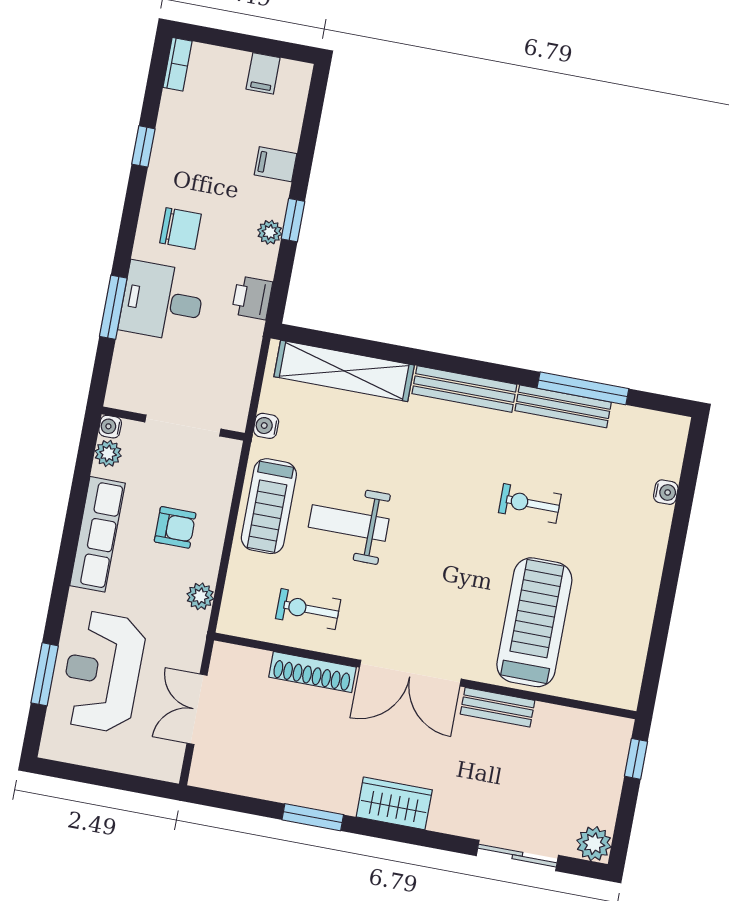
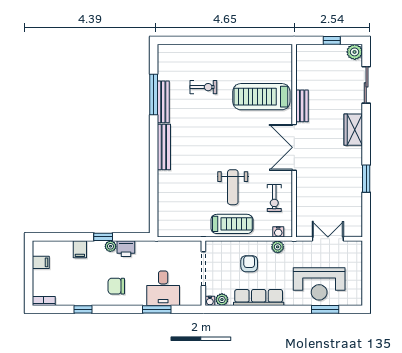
chair: (180, 228) -> (116, 286), turned -90
printer: (252, 298) -> (126, 249), moved
desk: (162, 302) -> (163, 288), moved
shelving: (344, 371) -> (166, 202), removed
water cooler: (266, 426) -> (278, 232), moved
water cooler: (666, 492) -> (193, 49), removed
exercise bike: (530, 503) -> (203, 87), moved, turned -90
shoe rack: (312, 672) -> (302, 191), removed
double door: (410, 673) -> (294, 147), swing flipped
double door: (197, 709) -> (328, 239), swing flipped
window: (636, 759) -> (332, 40), moved
wardrobe: (394, 803) -> (353, 130), moved

